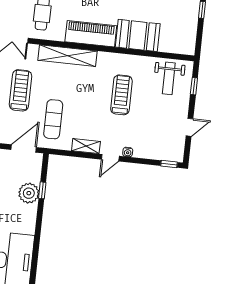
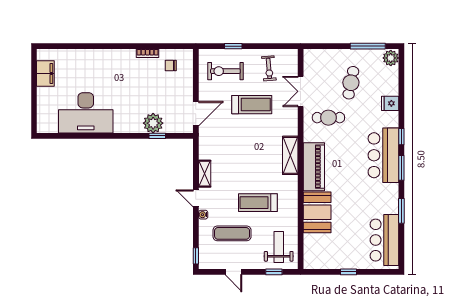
shelving: (67, 56) -> (290, 155), width x0.68
weight bench: (169, 78) -> (279, 247), turned 90
treadmill: (121, 95) -> (258, 203), turned 180
exercise mat: (53, 119) -> (232, 233), moved
door: (24, 148) -> (196, 114), hinge flipped

